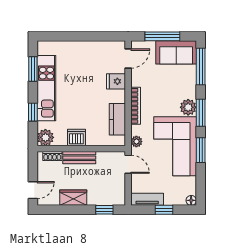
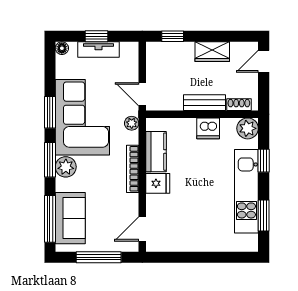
sofa: (176, 52) -> (70, 218), moved, turned 90
fridge: (116, 81) -> (158, 183), moved
tv unit: (147, 199) -> (99, 50), moved

